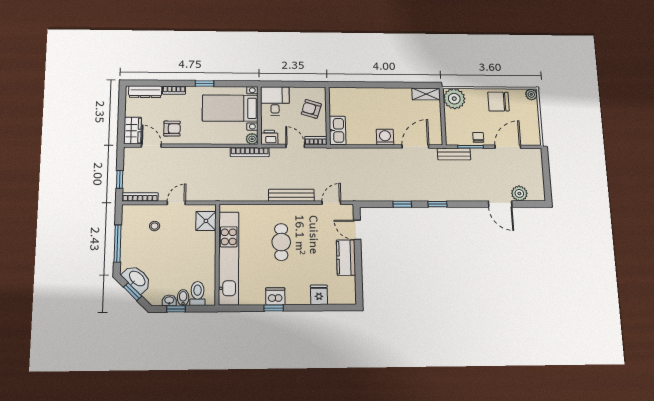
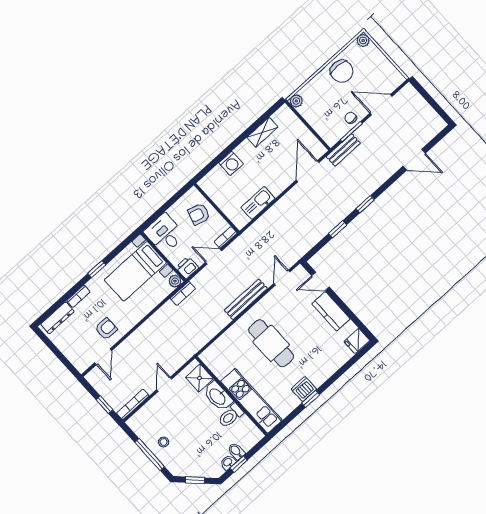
shelving: (426, 94) -> (262, 132), moved
plant: (454, 99) -> (296, 101), width x0.53, depth x0.53
chair: (498, 102) -> (342, 71), turned -87
kitchen sink: (337, 130) -> (258, 203), moved, turned -90
wardrobe: (133, 131) -> (78, 358), removed
washing machine: (385, 137) -> (231, 163), moved, turned 180
door: (151, 146) -> (103, 357), swing flipped
door: (508, 147) -> (381, 105), hinge flipped
bookcase: (250, 152) -> (183, 293), width x0.64
plant: (519, 193) -> (422, 137), removed
stool: (155, 226) -> (164, 442), moved
cafe table: (281, 242) -> (271, 343), width x1.37, depth x1.35
kitchen unit: (229, 258) -> (251, 401), width x0.73
washbasin: (137, 279) -> (218, 396), moved, turned -135
toilet: (197, 294) -> (231, 416), moved, turned -90
fridge: (319, 295) -> (357, 341), moved, turned -90

